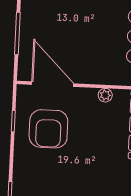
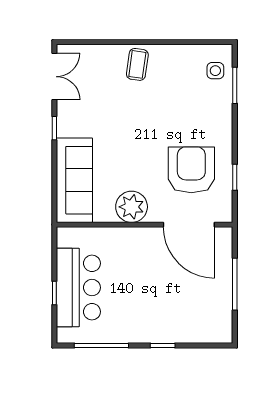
plant: (105, 95) -> (132, 207), width x1.88, depth x1.88

